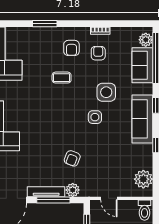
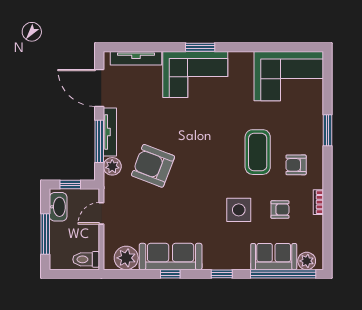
armchair: (98, 53) -> (280, 210), moved
coffee table: (62, 78) -> (258, 152), width x1.86, depth x1.72
side table: (95, 117) -> (206, 195), removed
sofa: (142, 119) -> (171, 256), moved
armchair: (72, 158) -> (153, 166), width x1.88, depth x1.88

